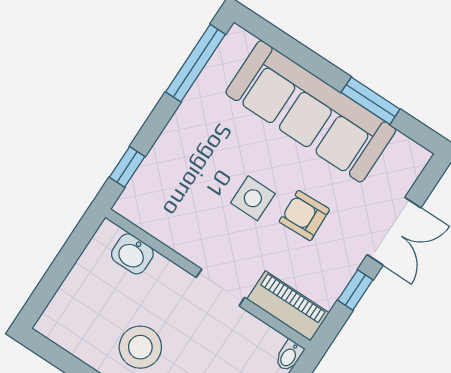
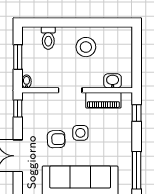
window: (355, 290) -> (18, 108), moved
piano: (288, 306) -> (103, 100), moved

